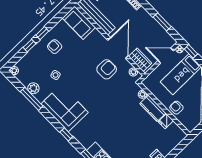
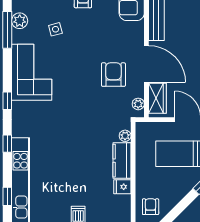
door: (118, 48) -> (146, 64), hinge flipped
armchair: (107, 69) -> (113, 75), turned -90
armchair: (176, 108) -> (151, 207), moved

